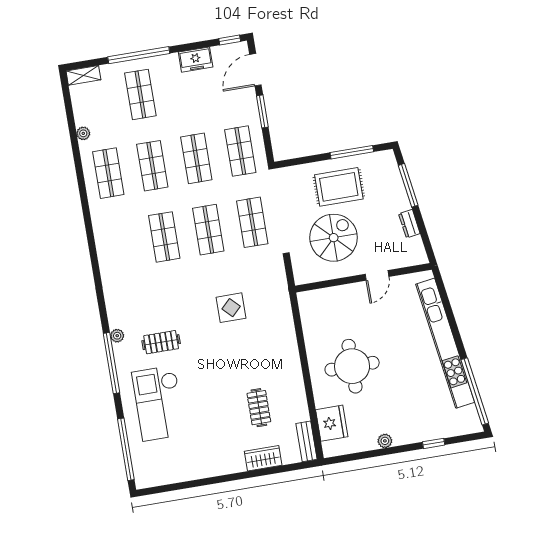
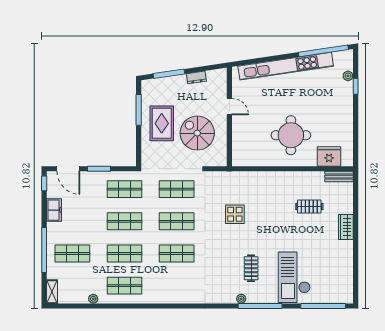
checkout: (159, 403) -> (294, 277), turned 90
plant: (385, 441) -> (348, 76), moved
wardrobe: (263, 458) -> (346, 227), moved

